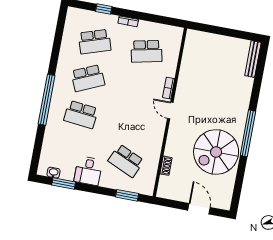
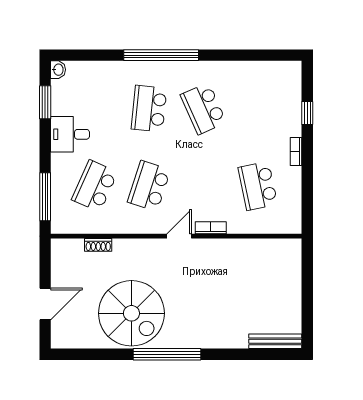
school desk: (95, 42) -> (149, 186), moved, turned 36
spiral stairs: (216, 152) -> (131, 313), turned 180
washbasin: (54, 173) -> (58, 70), moved
window: (127, 195) -> (45, 197), width x1.44

